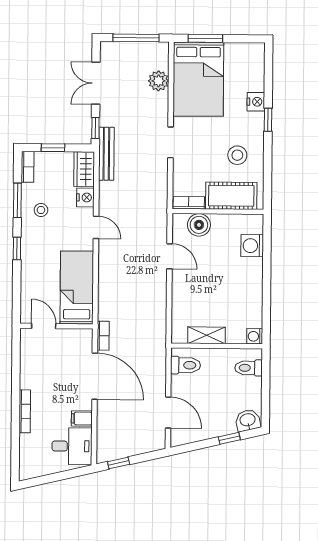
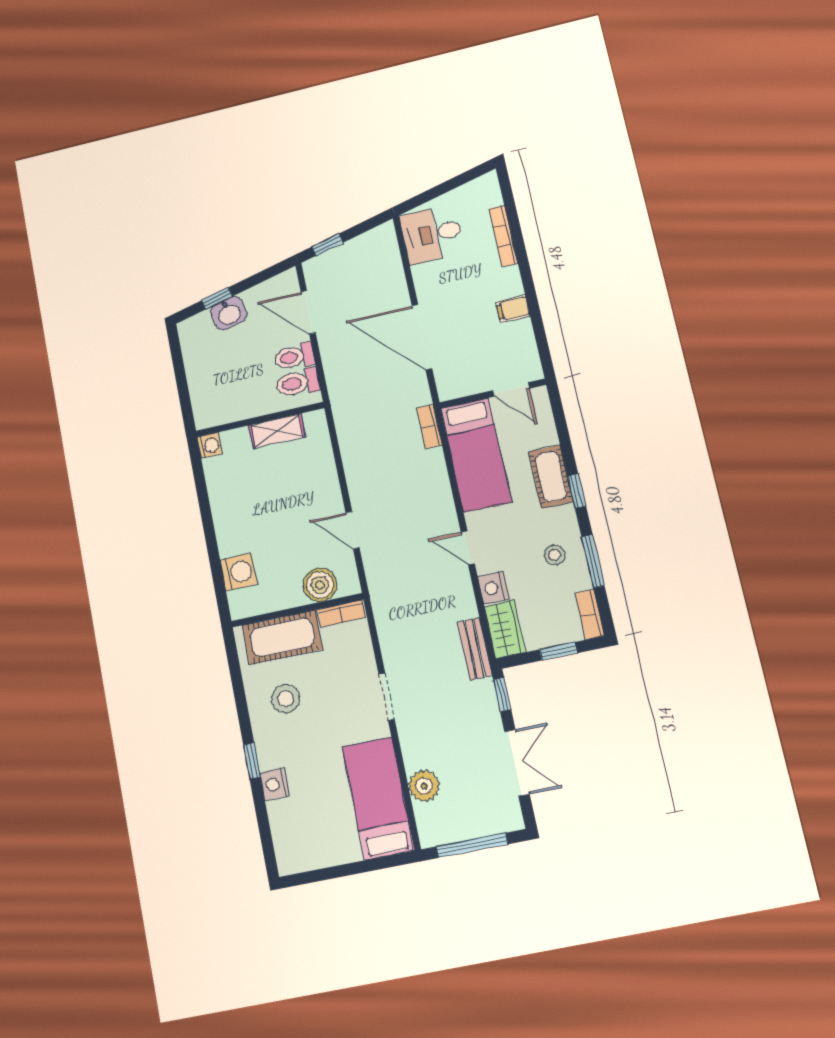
window: (205, 38) -> (368, 866), removed
bed: (198, 79) -> (378, 798), width x0.67
bench: (106, 154) -> (475, 649), width x0.73
cot: (31, 262) -> (551, 477), added
bookcase: (103, 336) -> (429, 426), moved
toilet: (249, 368) -> (294, 357), moved, turned 180
bookcase: (25, 411) -> (503, 236), moved
filing cabinet: (82, 419) -> (513, 309), moved, turned 180
washbasin: (248, 420) -> (229, 313), moved
window: (119, 463) -> (327, 245), moved

